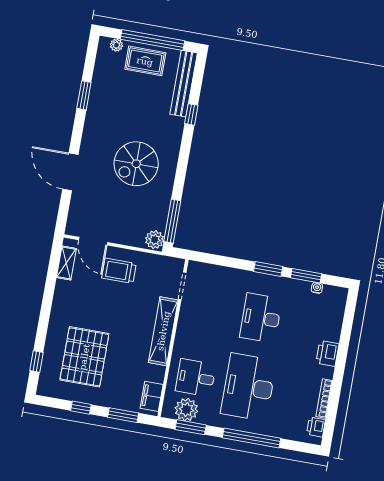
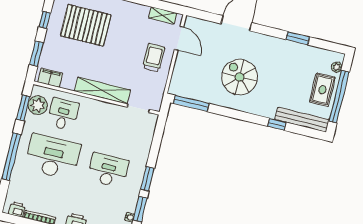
plant: (155, 240) -> (177, 88), removed
door: (93, 241) -> (179, 38), swing flipped

